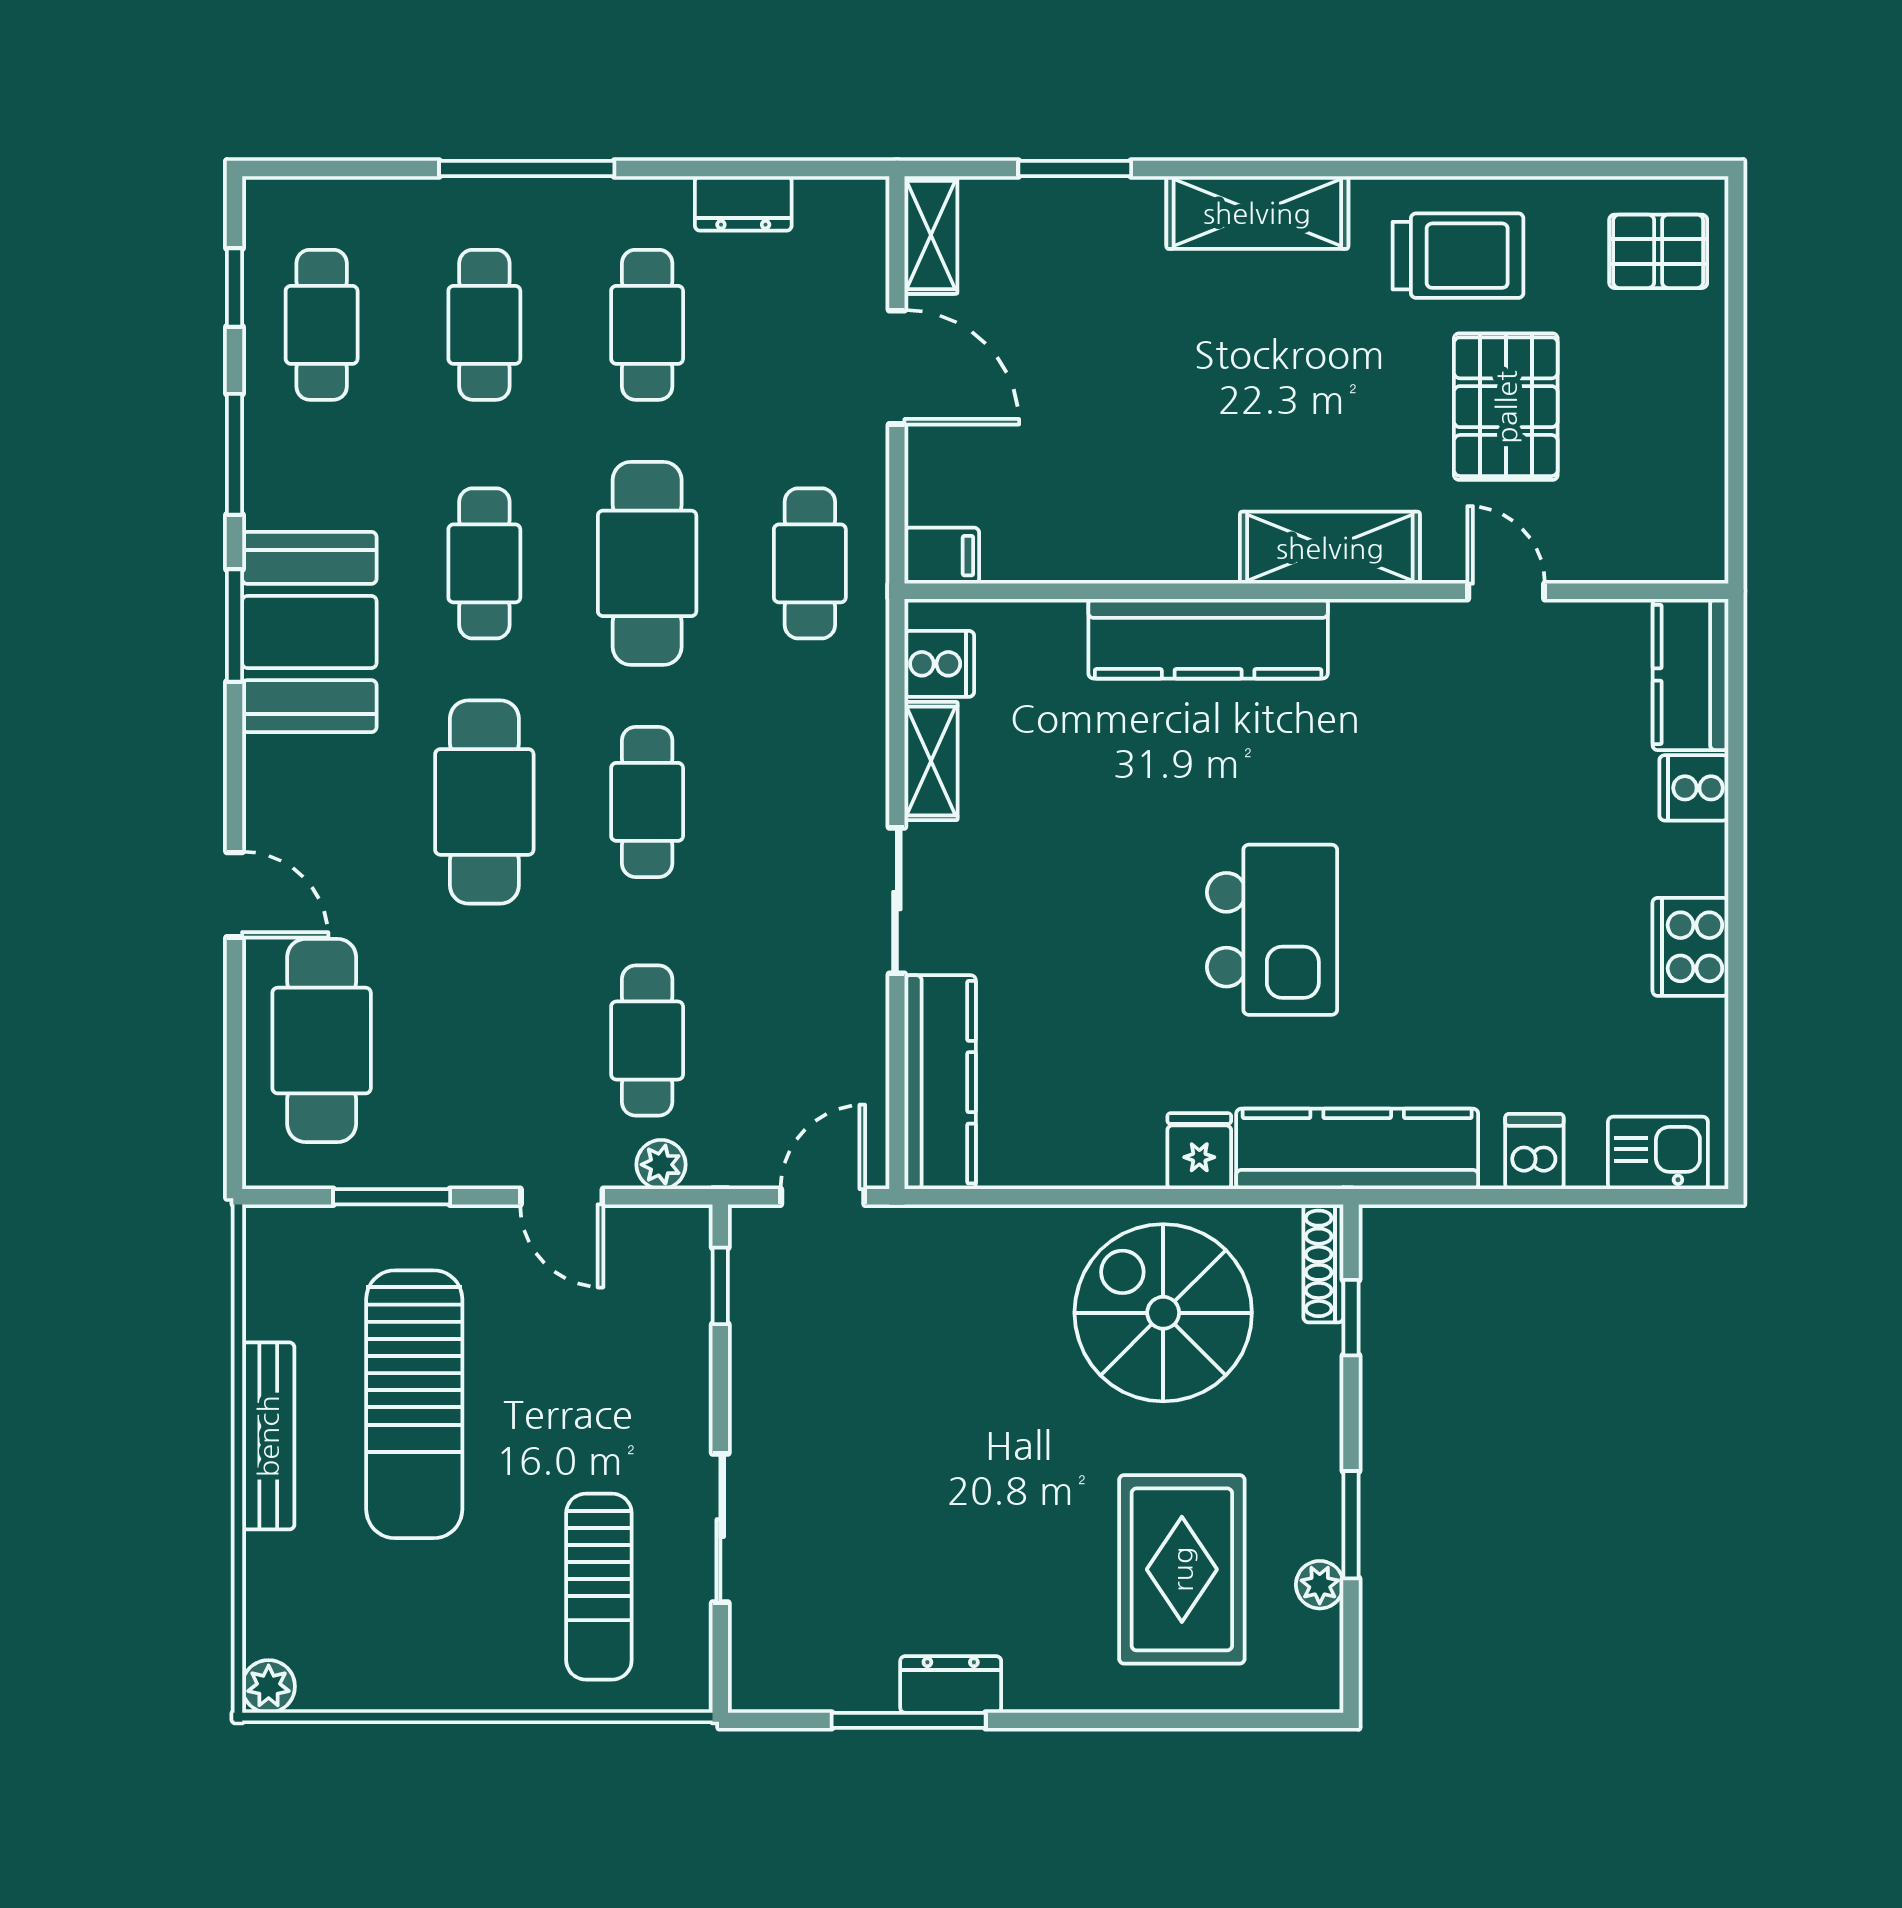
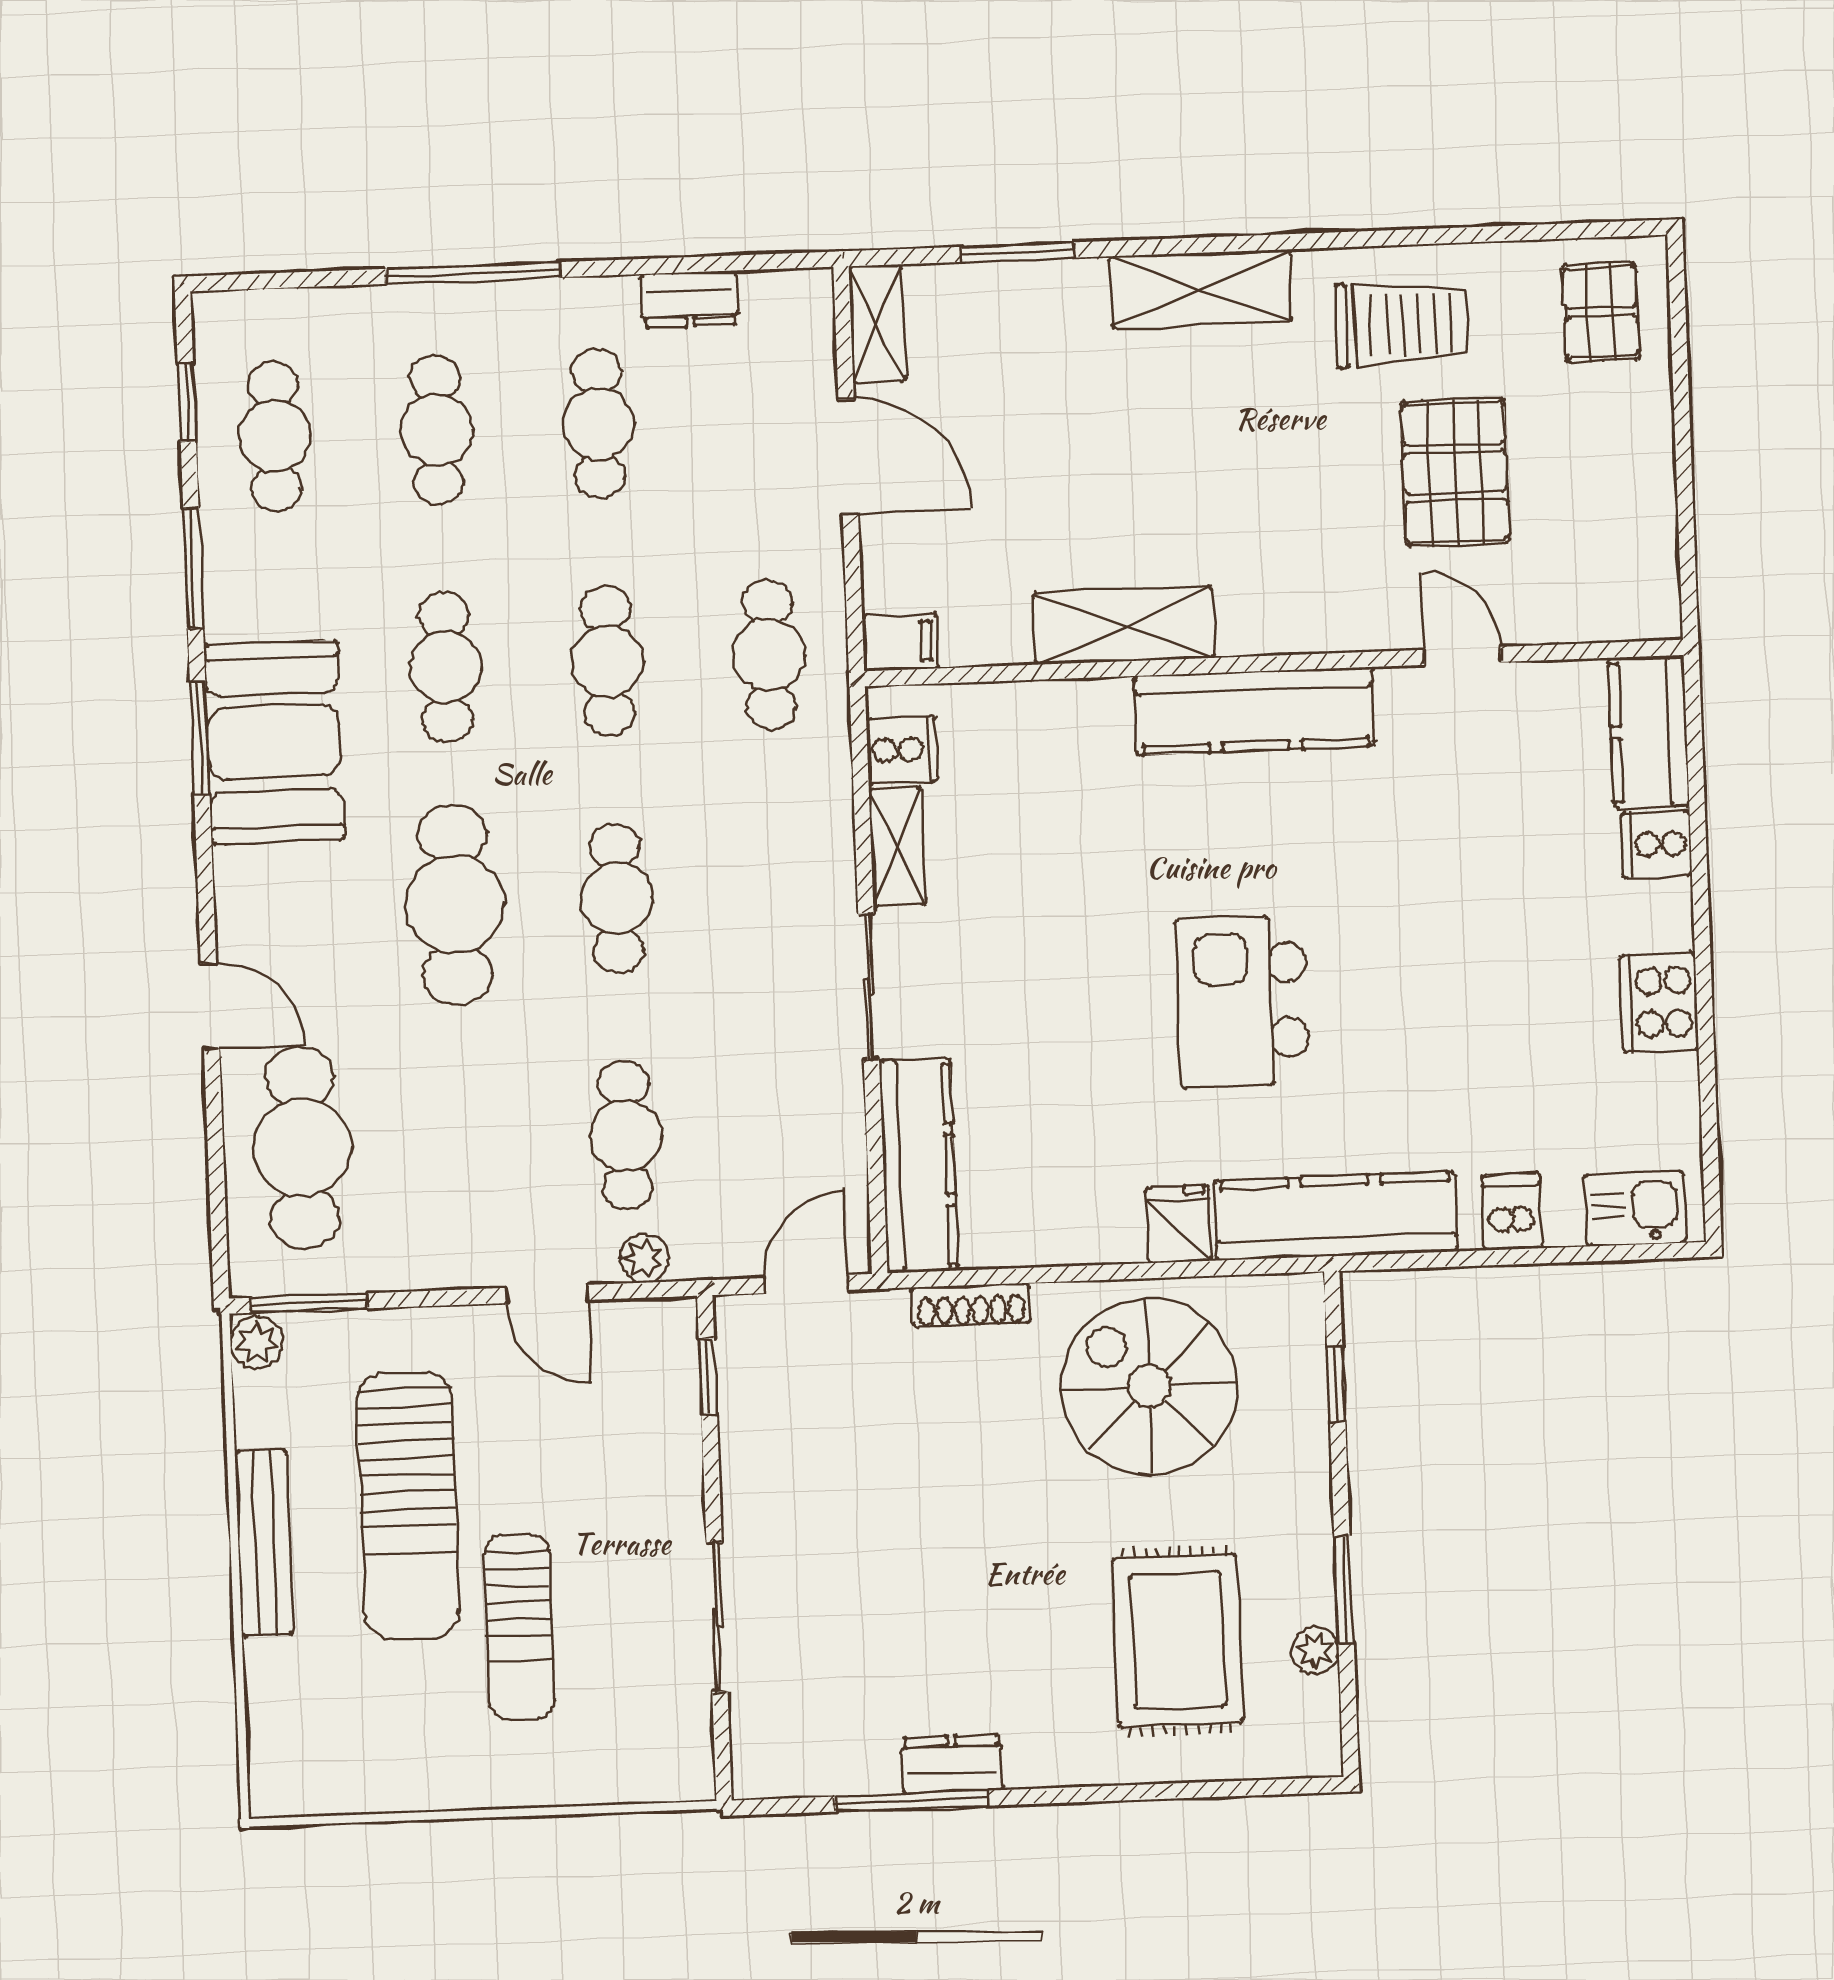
pallet: (1658, 251) -> (1601, 312), turned 90
shelving: (1330, 548) -> (1124, 625), moved
cafe table: (647, 563) -> (607, 661), width x0.73, depth x0.74
kitchen counter: (1208, 639) -> (1255, 711), moved
kitchen island: (1272, 930) -> (1243, 1001), turned 180
window: (392, 1197) -> (309, 1303), moved
shoe rack: (1323, 1263) -> (971, 1305), moved, turned -90
sun lounger: (599, 1587) -> (519, 1627), moved
plant: (269, 1686) -> (257, 1342), moved

